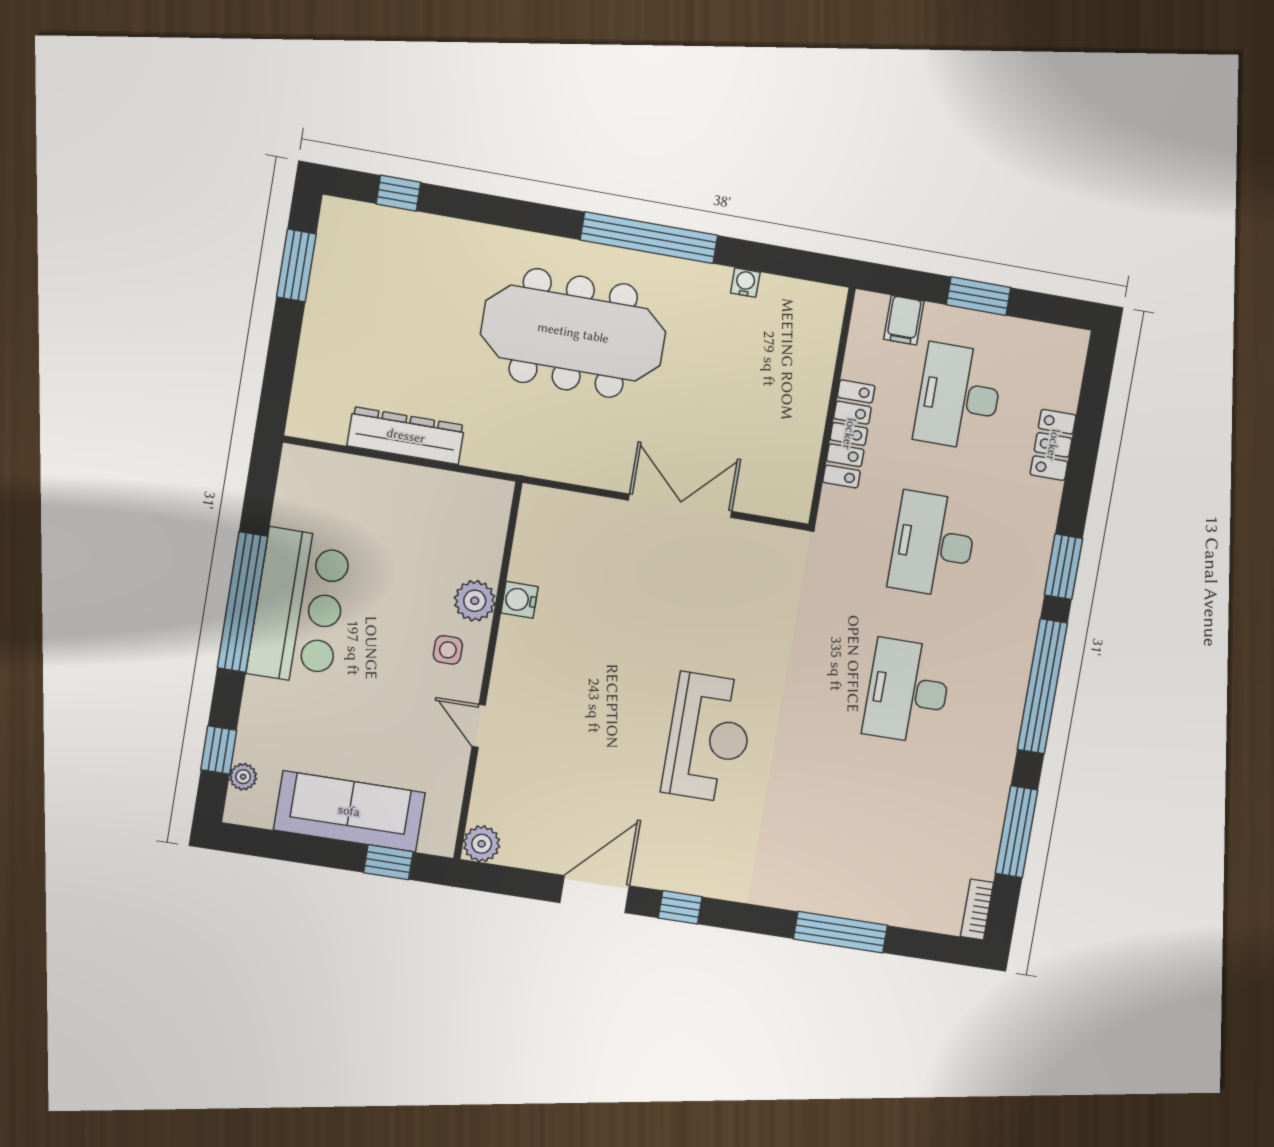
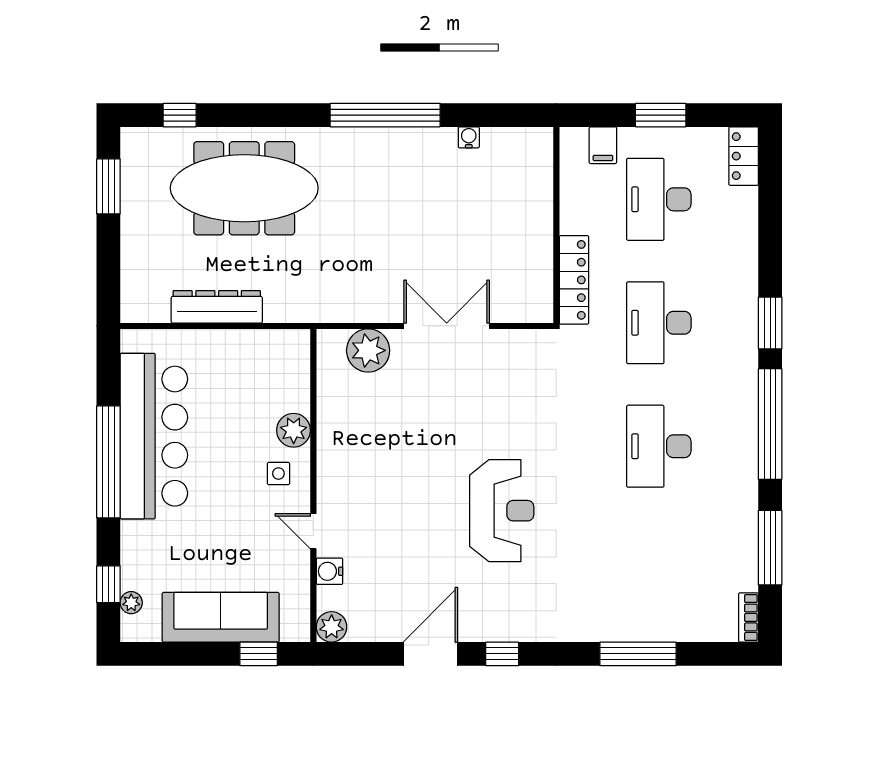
meeting table: (573, 333) -> (244, 188), moved
locker: (849, 434) -> (574, 280), moved
locker: (1053, 445) -> (744, 156), moved
plant: (581, 519) -> (368, 350), added
water cooler: (520, 600) -> (330, 571), moved
bar counter: (299, 607) -> (154, 436), width x1.36

